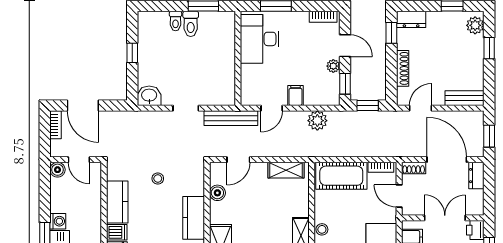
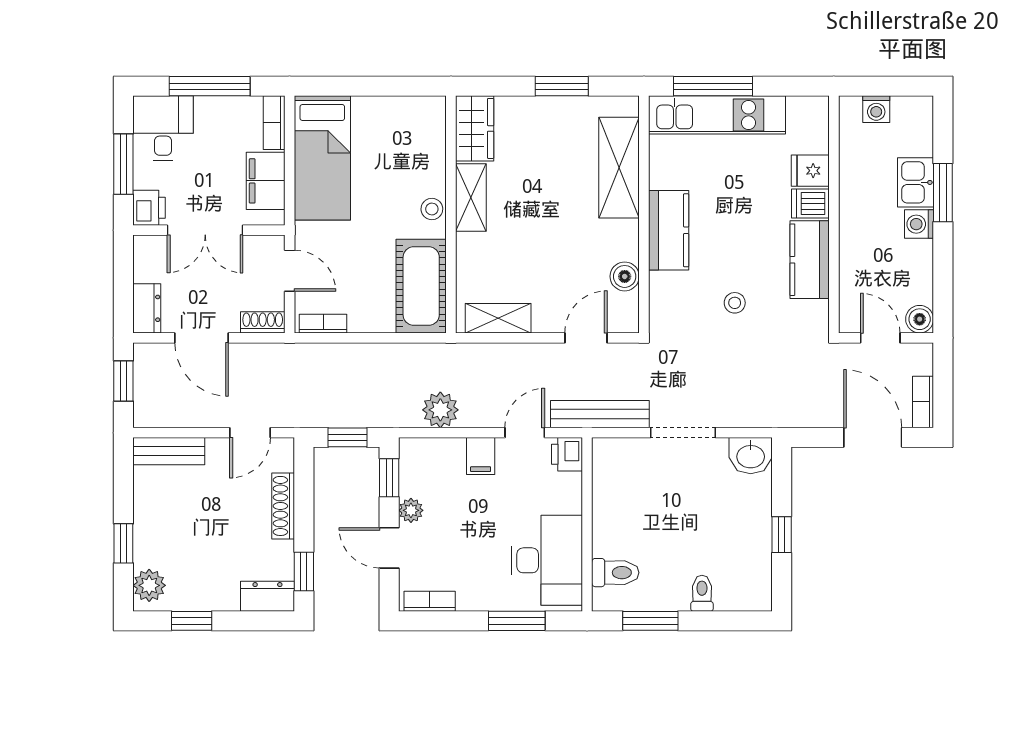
toilet: (191, 24) -> (615, 573), moved, turned 90
printer: (249, 96) -> (567, 454), added
doorway: (186, 108) -> (683, 433), width x1.38
door: (447, 160) -> (202, 338), width x0.73
cot: (341, 176) -> (421, 286), moved, turned 90

